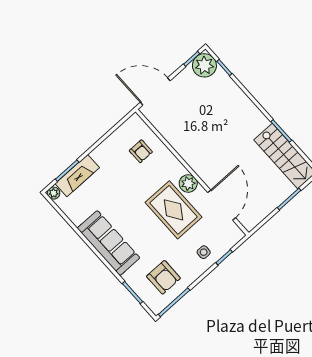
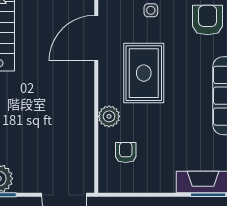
plant: (188, 183) -> (109, 116), moved

